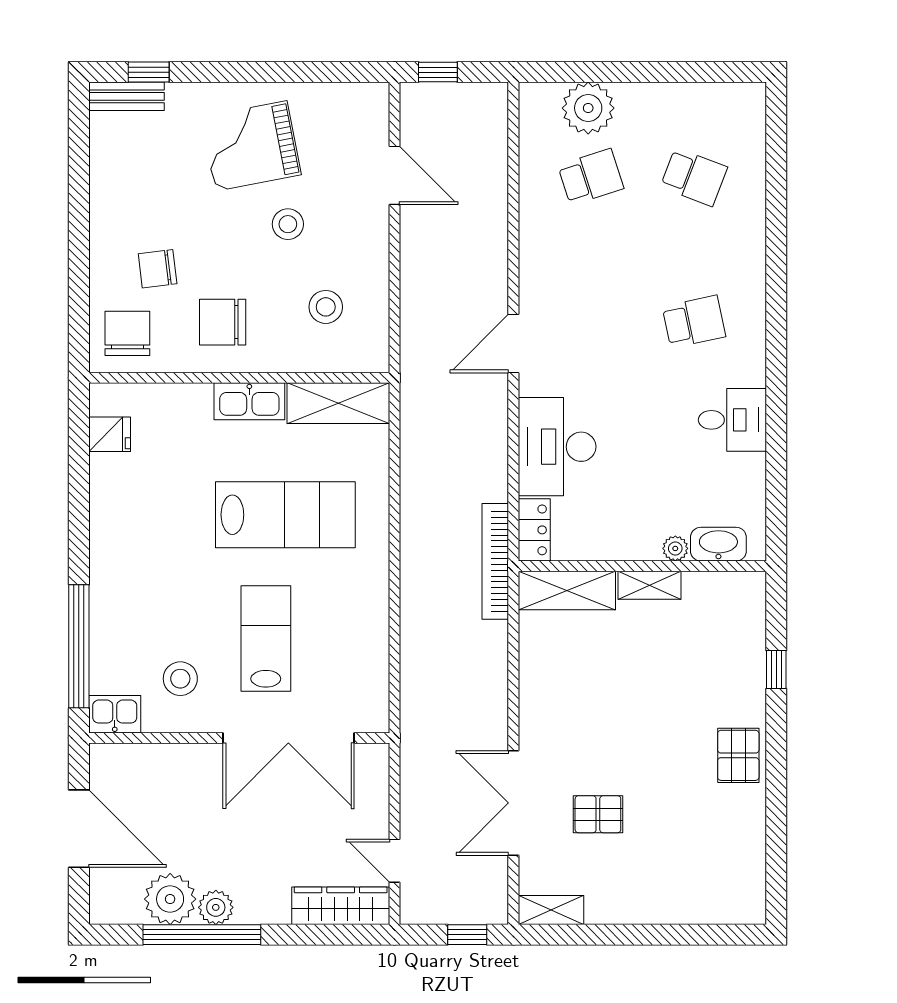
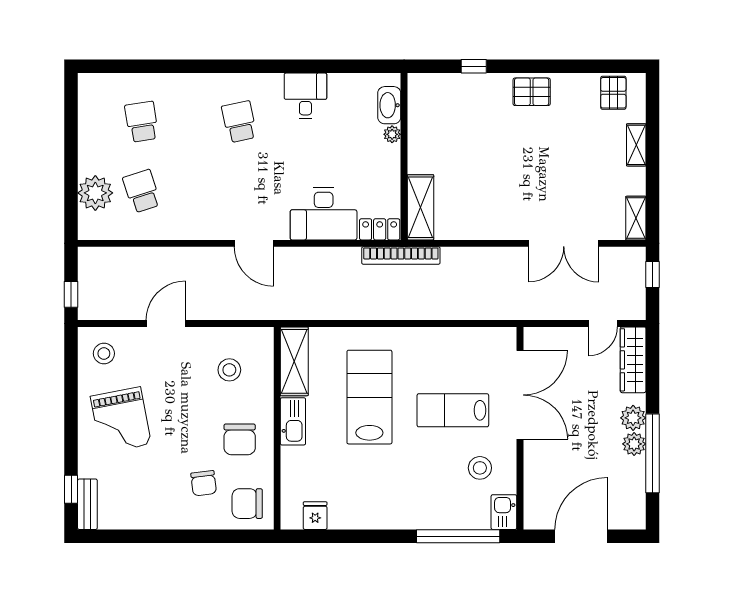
door: (394, 175) -> (166, 324), moved
school desk: (694, 177) -> (142, 122), turned -30
stool: (288, 224) -> (104, 353), moved
shelving: (650, 585) -> (636, 145), moved
pallet: (598, 814) -> (613, 93), moved
plant: (170, 899) -> (633, 418), moved, width x0.73, depth x0.73

